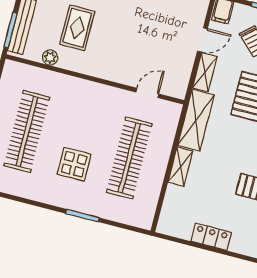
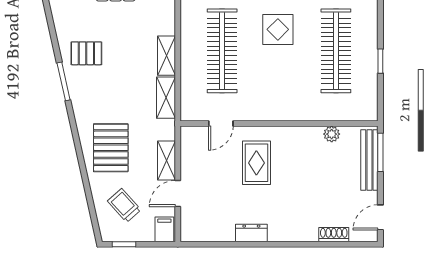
rug: (77, 28) -> (256, 163), moved
shelving: (196, 120) -> (166, 98), width x0.67, depth x0.75

